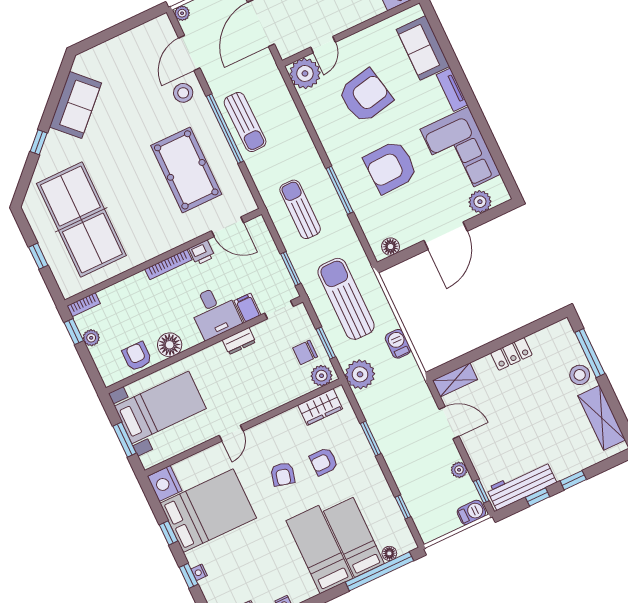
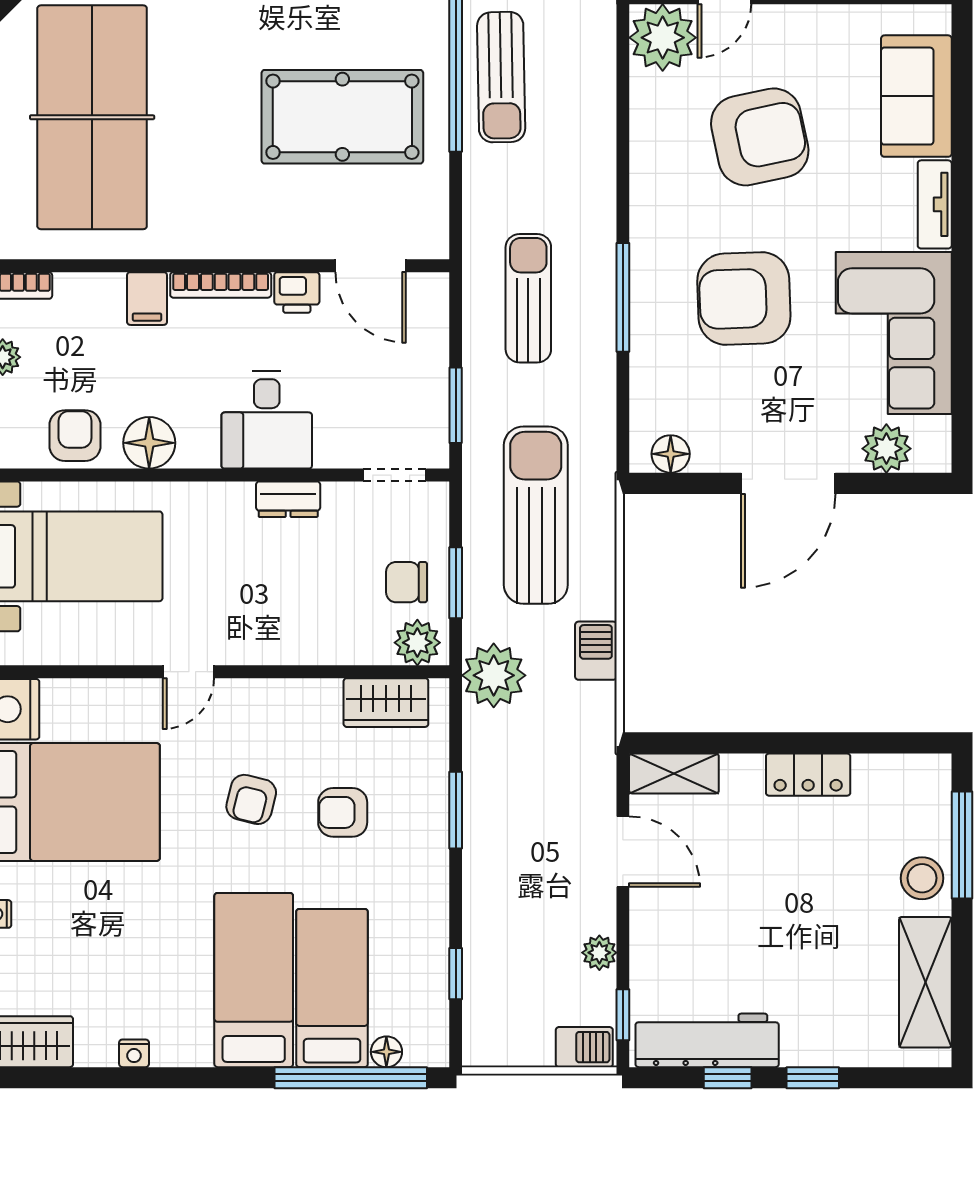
pool table: (186, 170) -> (342, 117), turned 90
filing cabinet: (247, 308) -> (147, 299), moved, turned 180

